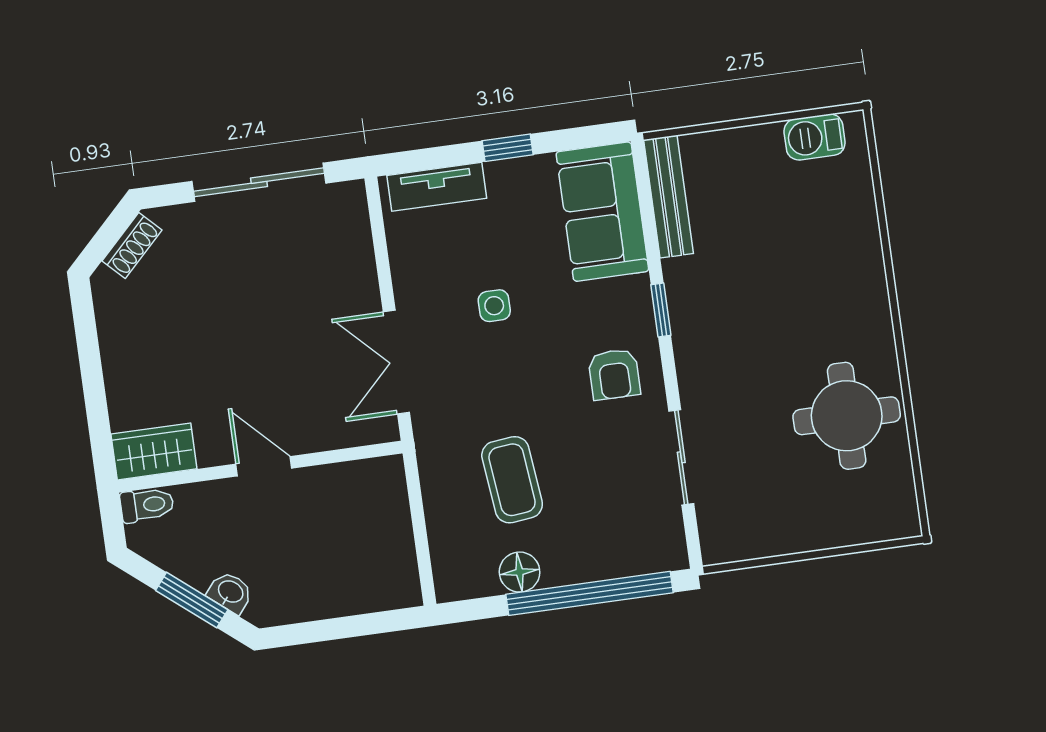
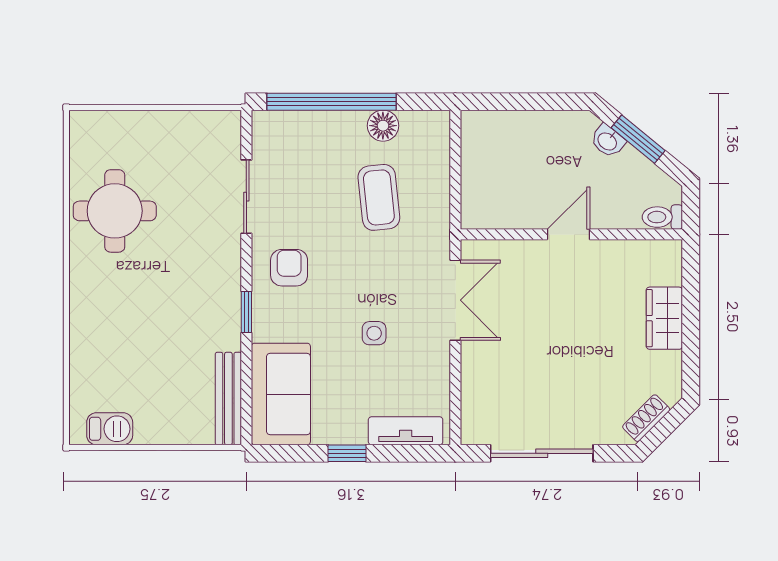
wardrobe: (154, 451) -> (664, 318), moved, turned 90
door: (264, 466) -> (568, 234), swing flipped

